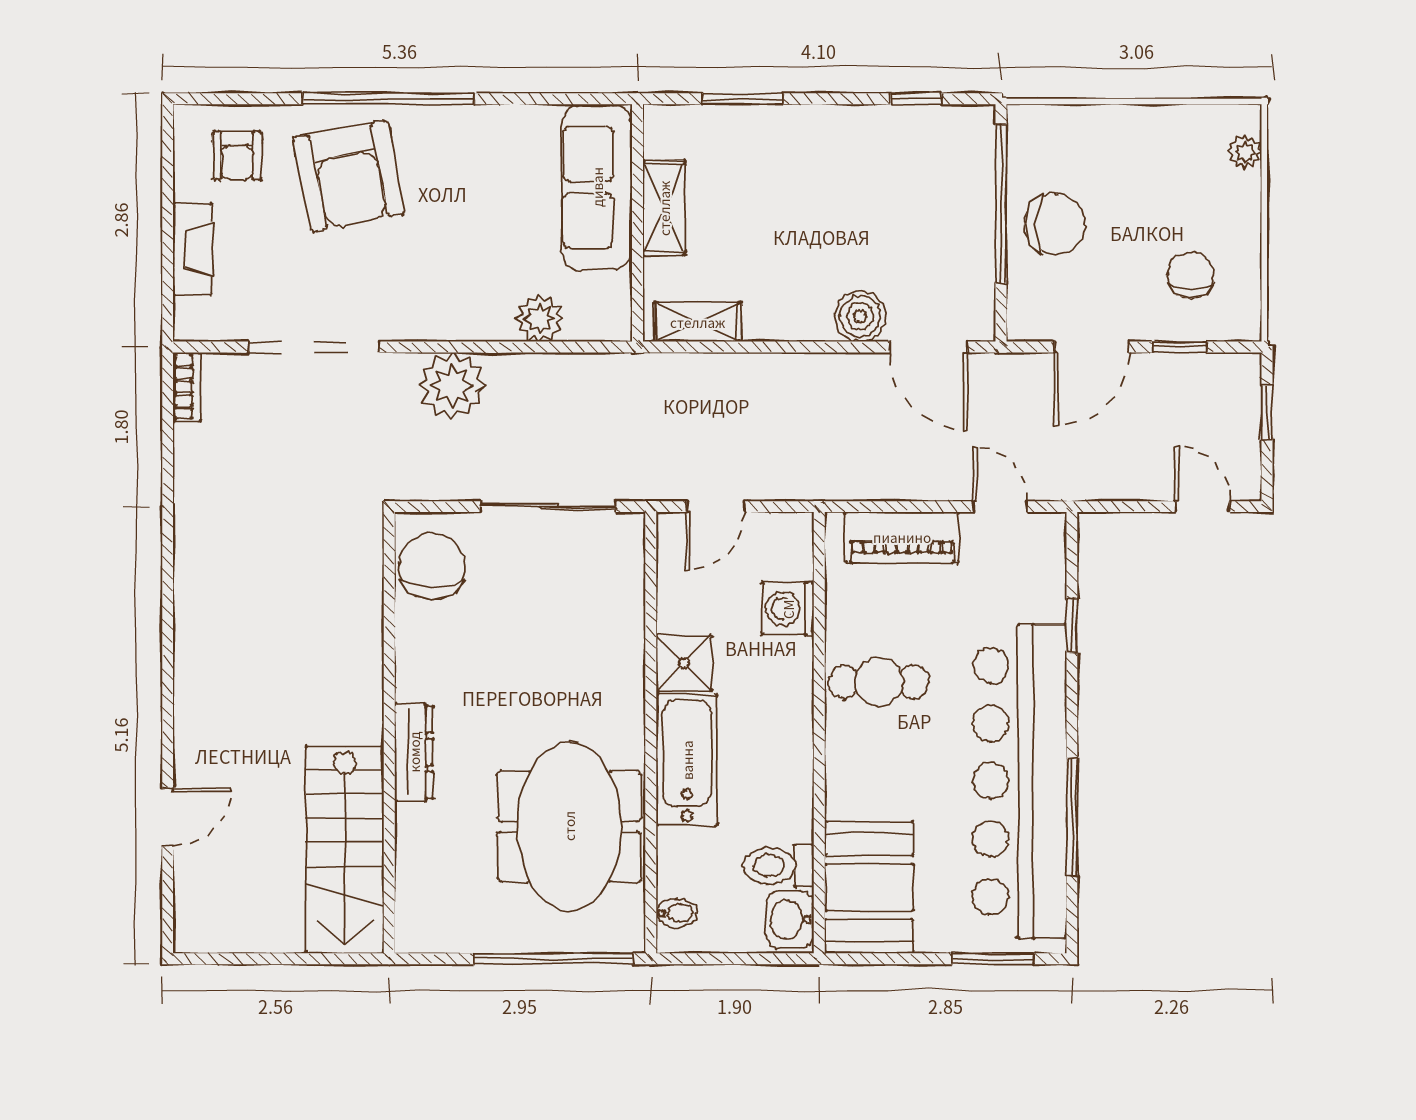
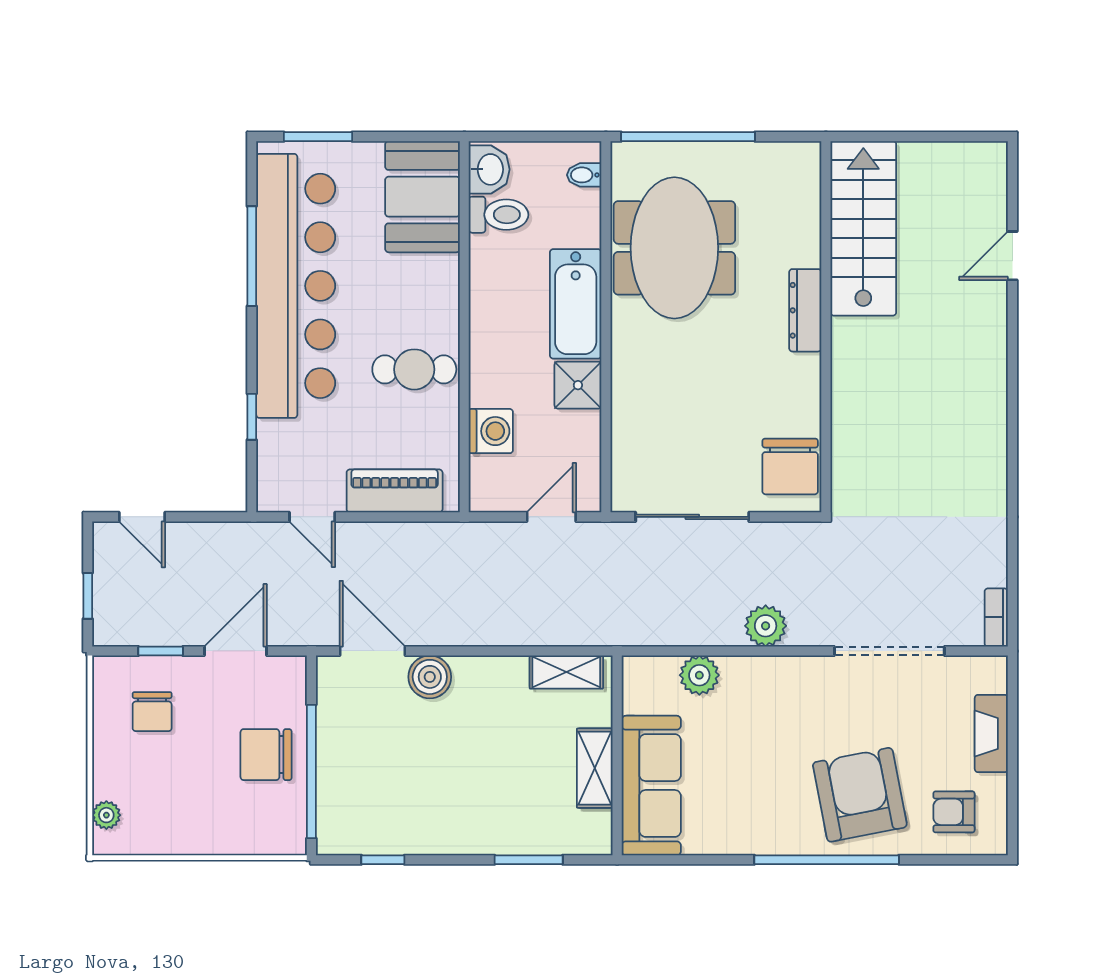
armchair: (237, 156) -> (954, 812), turned -90
plant: (452, 386) -> (766, 626), width x0.73, depth x0.73

